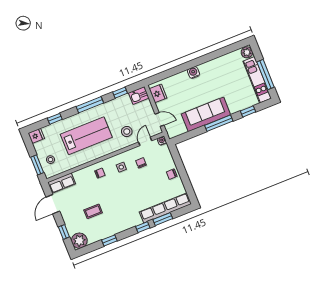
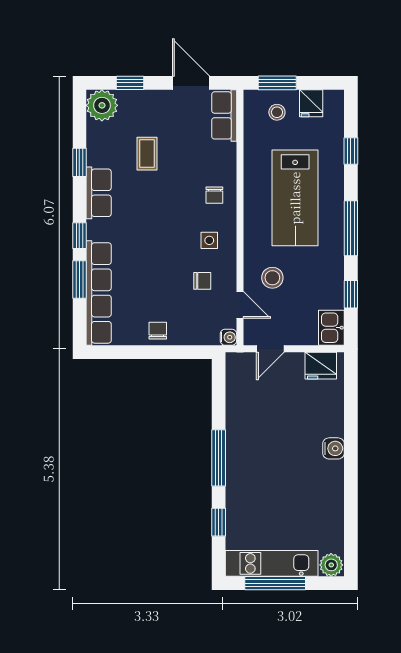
sofa: (206, 114) -> (245, 440), removed
fridge: (36, 136) -> (311, 103), moved
row of seats: (120, 226) -> (99, 193), added

